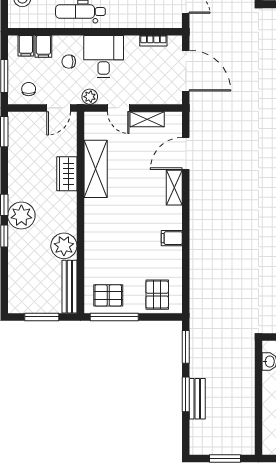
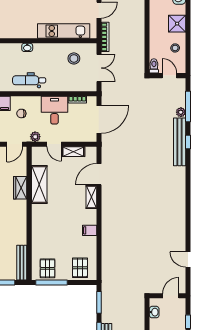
desk: (104, 57) -> (54, 110), moved
door: (186, 71) -> (99, 119), hinge flipped
plant: (64, 246) -> (18, 236), removed
pallet: (108, 295) -> (48, 268), turned 90

